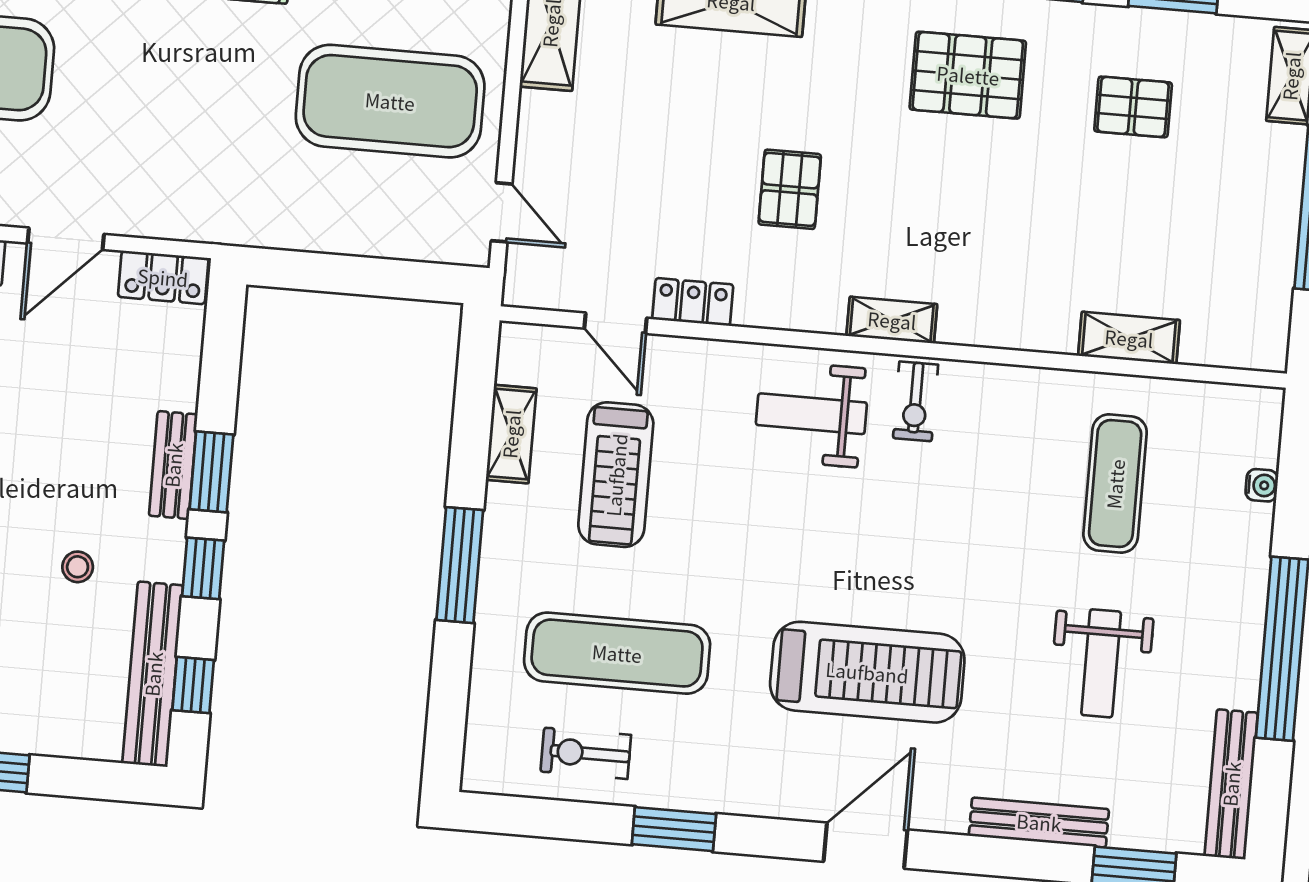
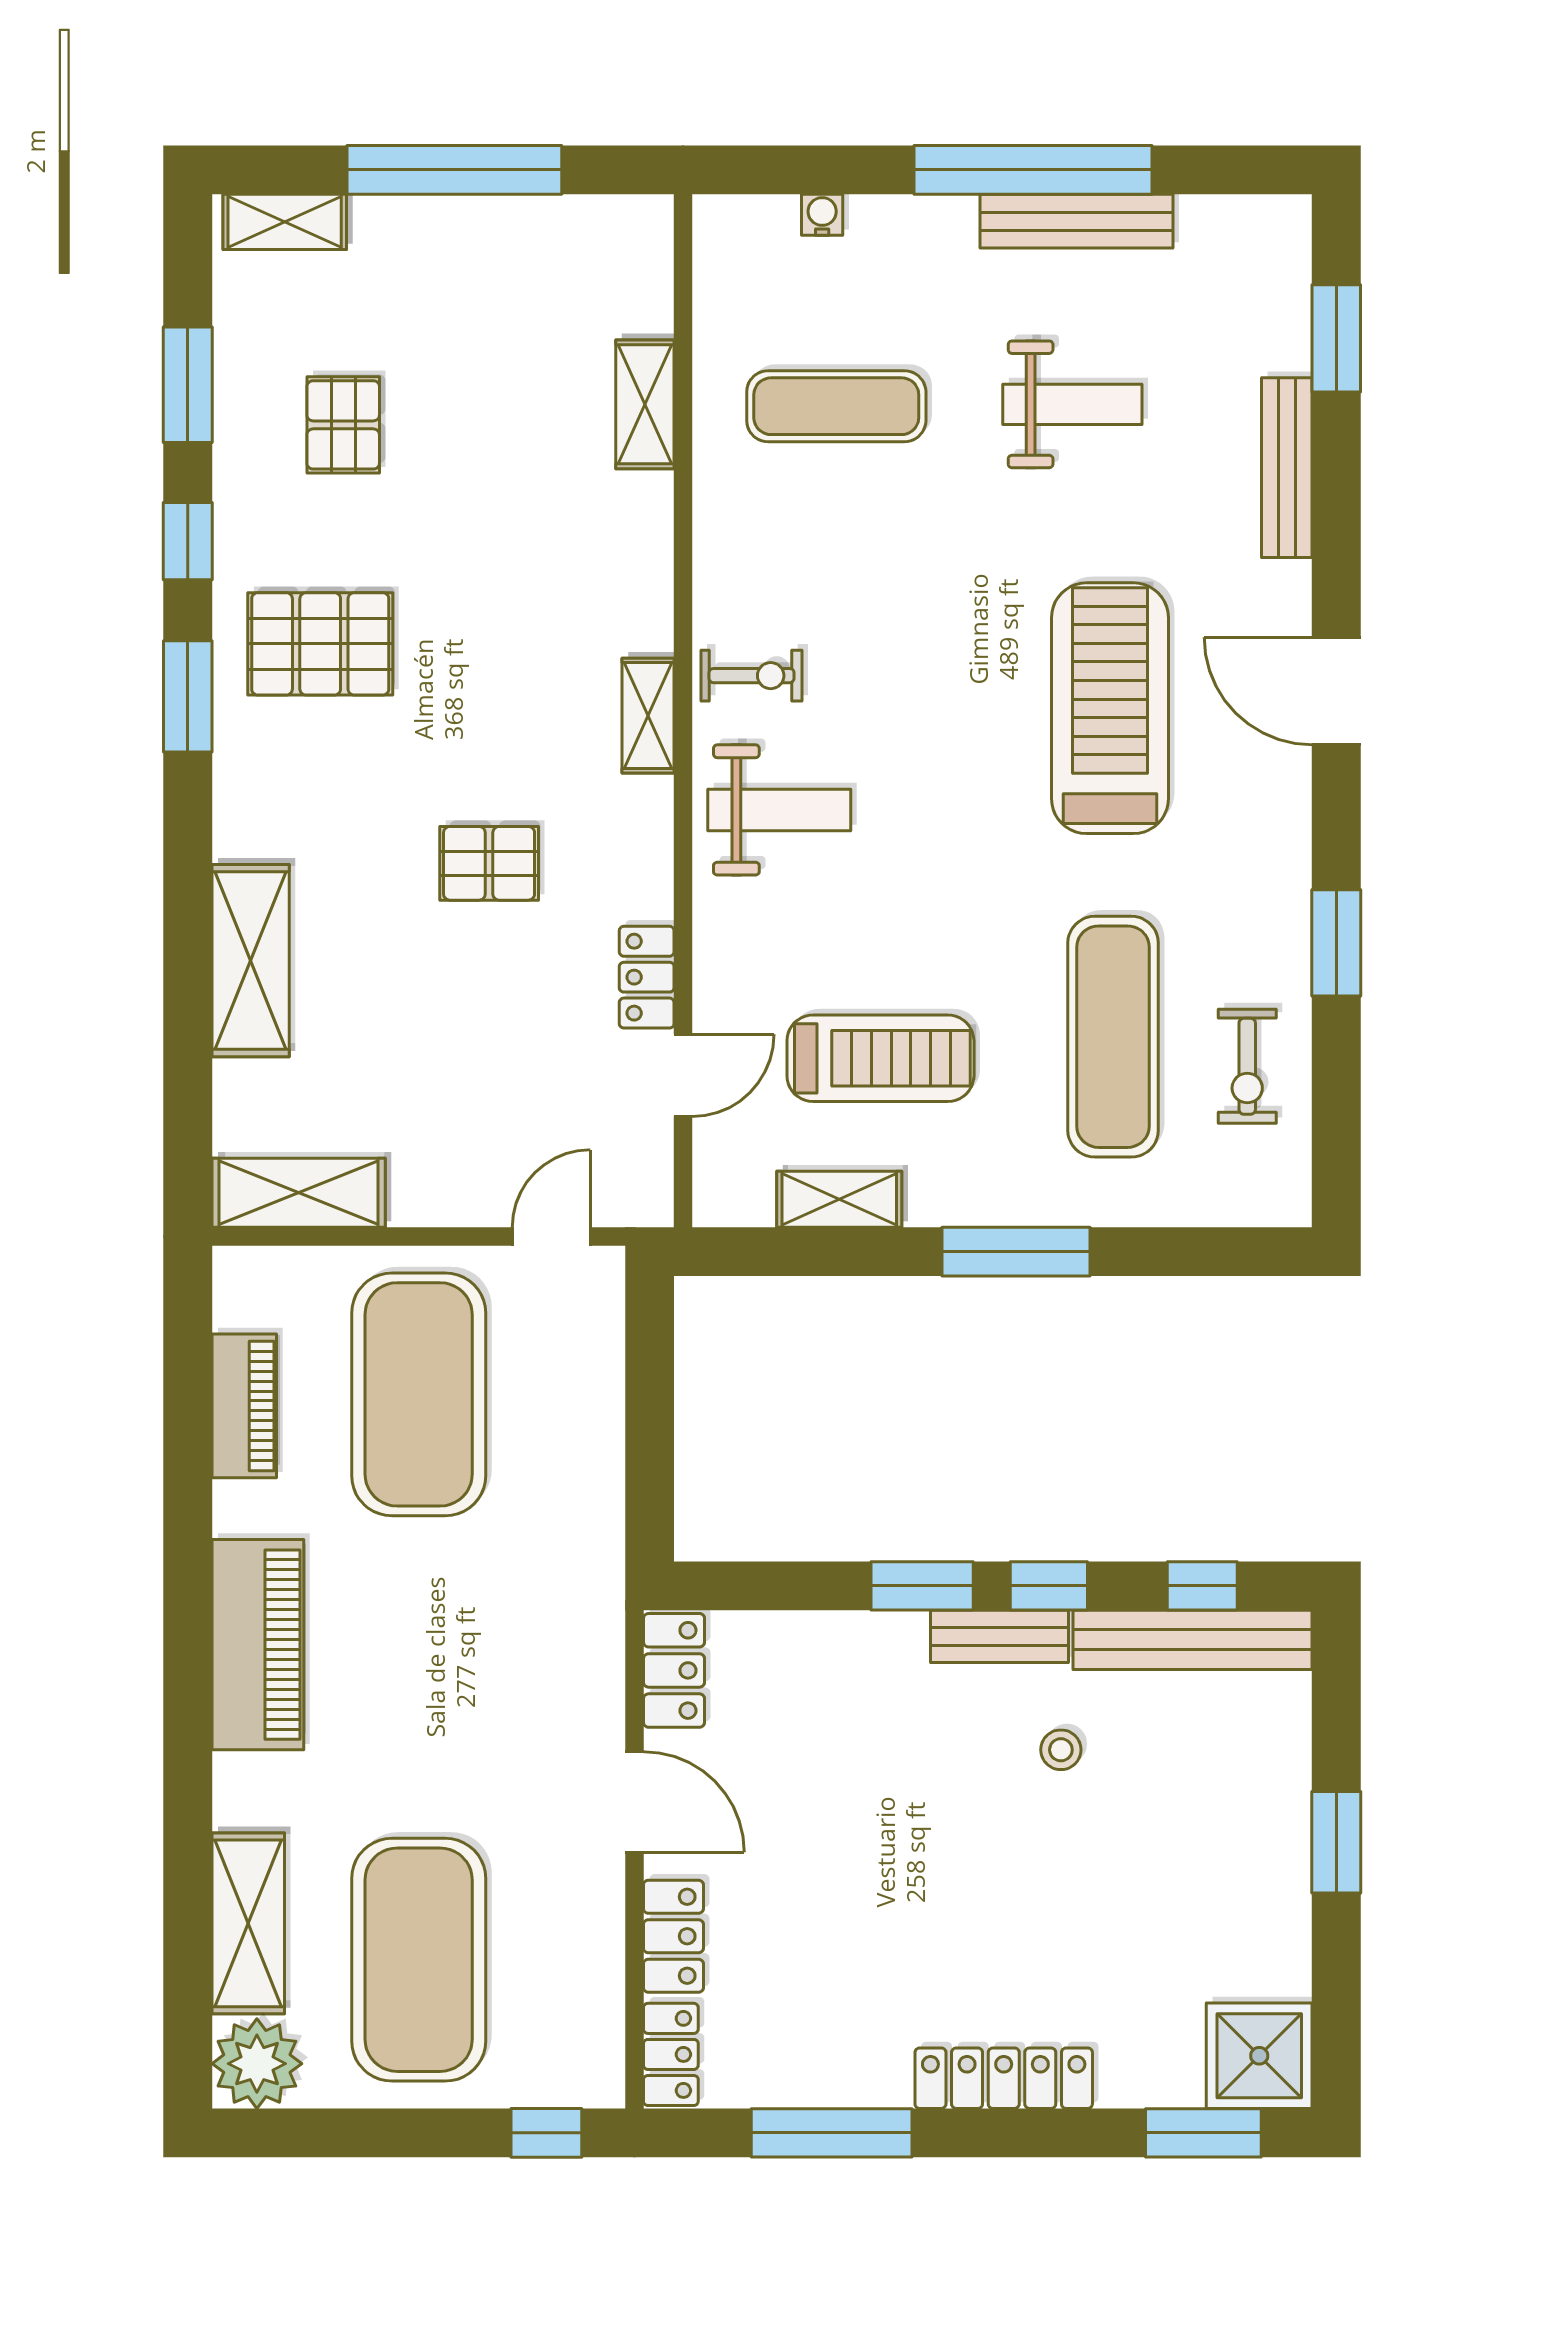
pallet: (968, 75) -> (320, 644), turned 90
weight bench: (811, 414) -> (779, 810), turned -90
bench: (173, 465) -> (1000, 1636), moved
bench: (1231, 784) -> (1077, 221), moved

